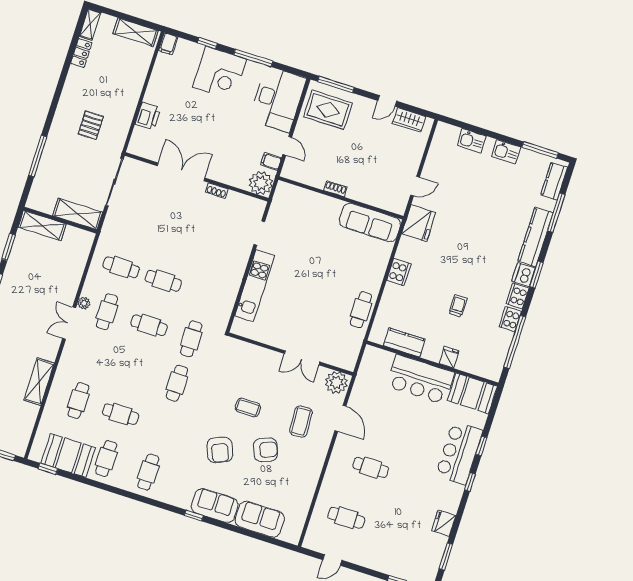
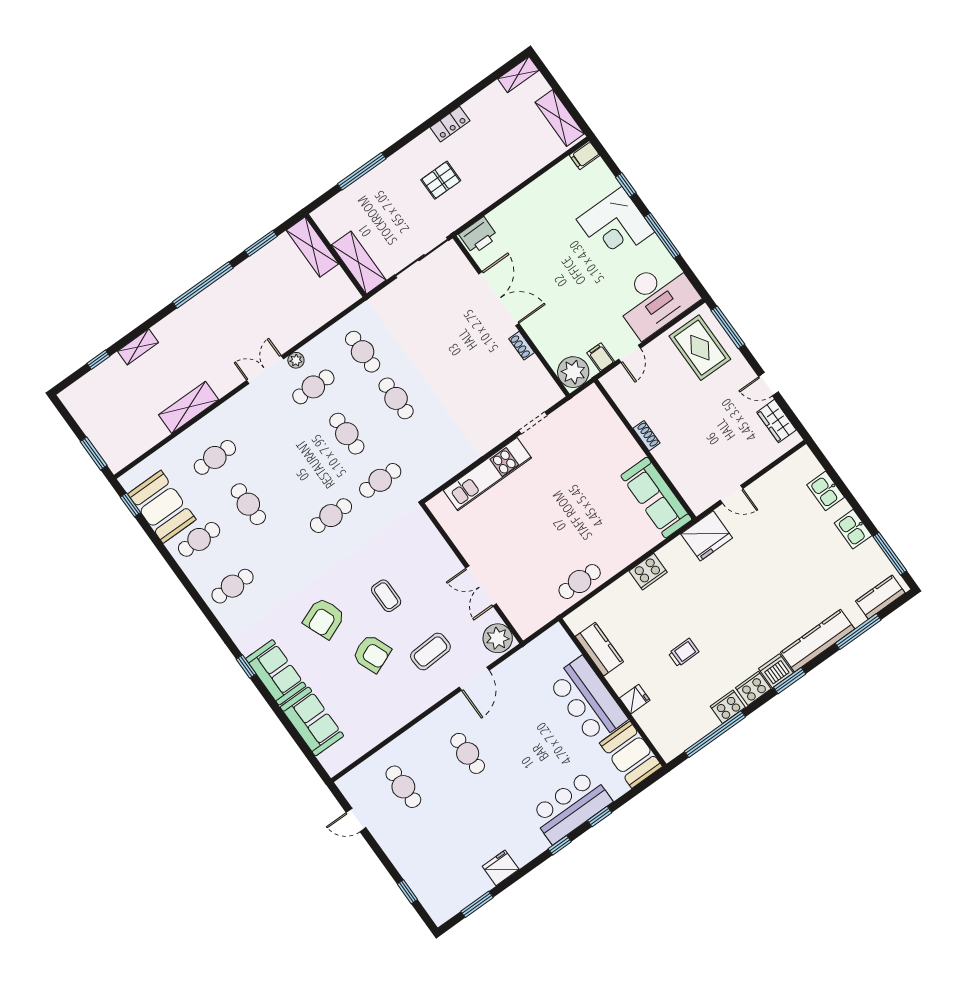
locker: (81, 53) -> (450, 124), moved
printer: (148, 116) -> (478, 236), moved

